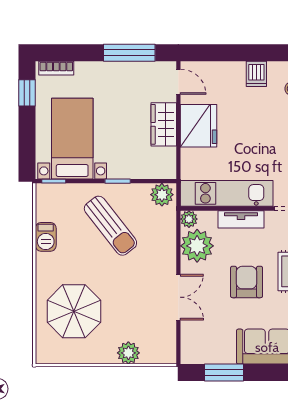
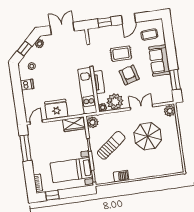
wardrobe: (164, 124) -> (74, 124), moved
armchair: (247, 282) -> (129, 75), turned 75
parasol: (74, 311) -> (148, 136), moved
plant: (128, 353) -> (170, 111), moved

